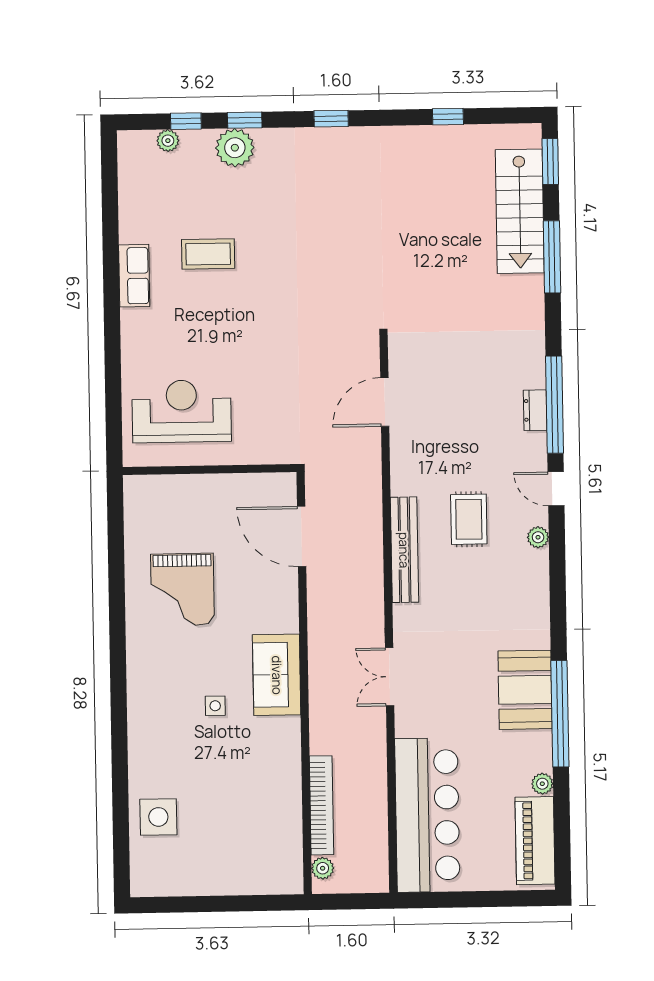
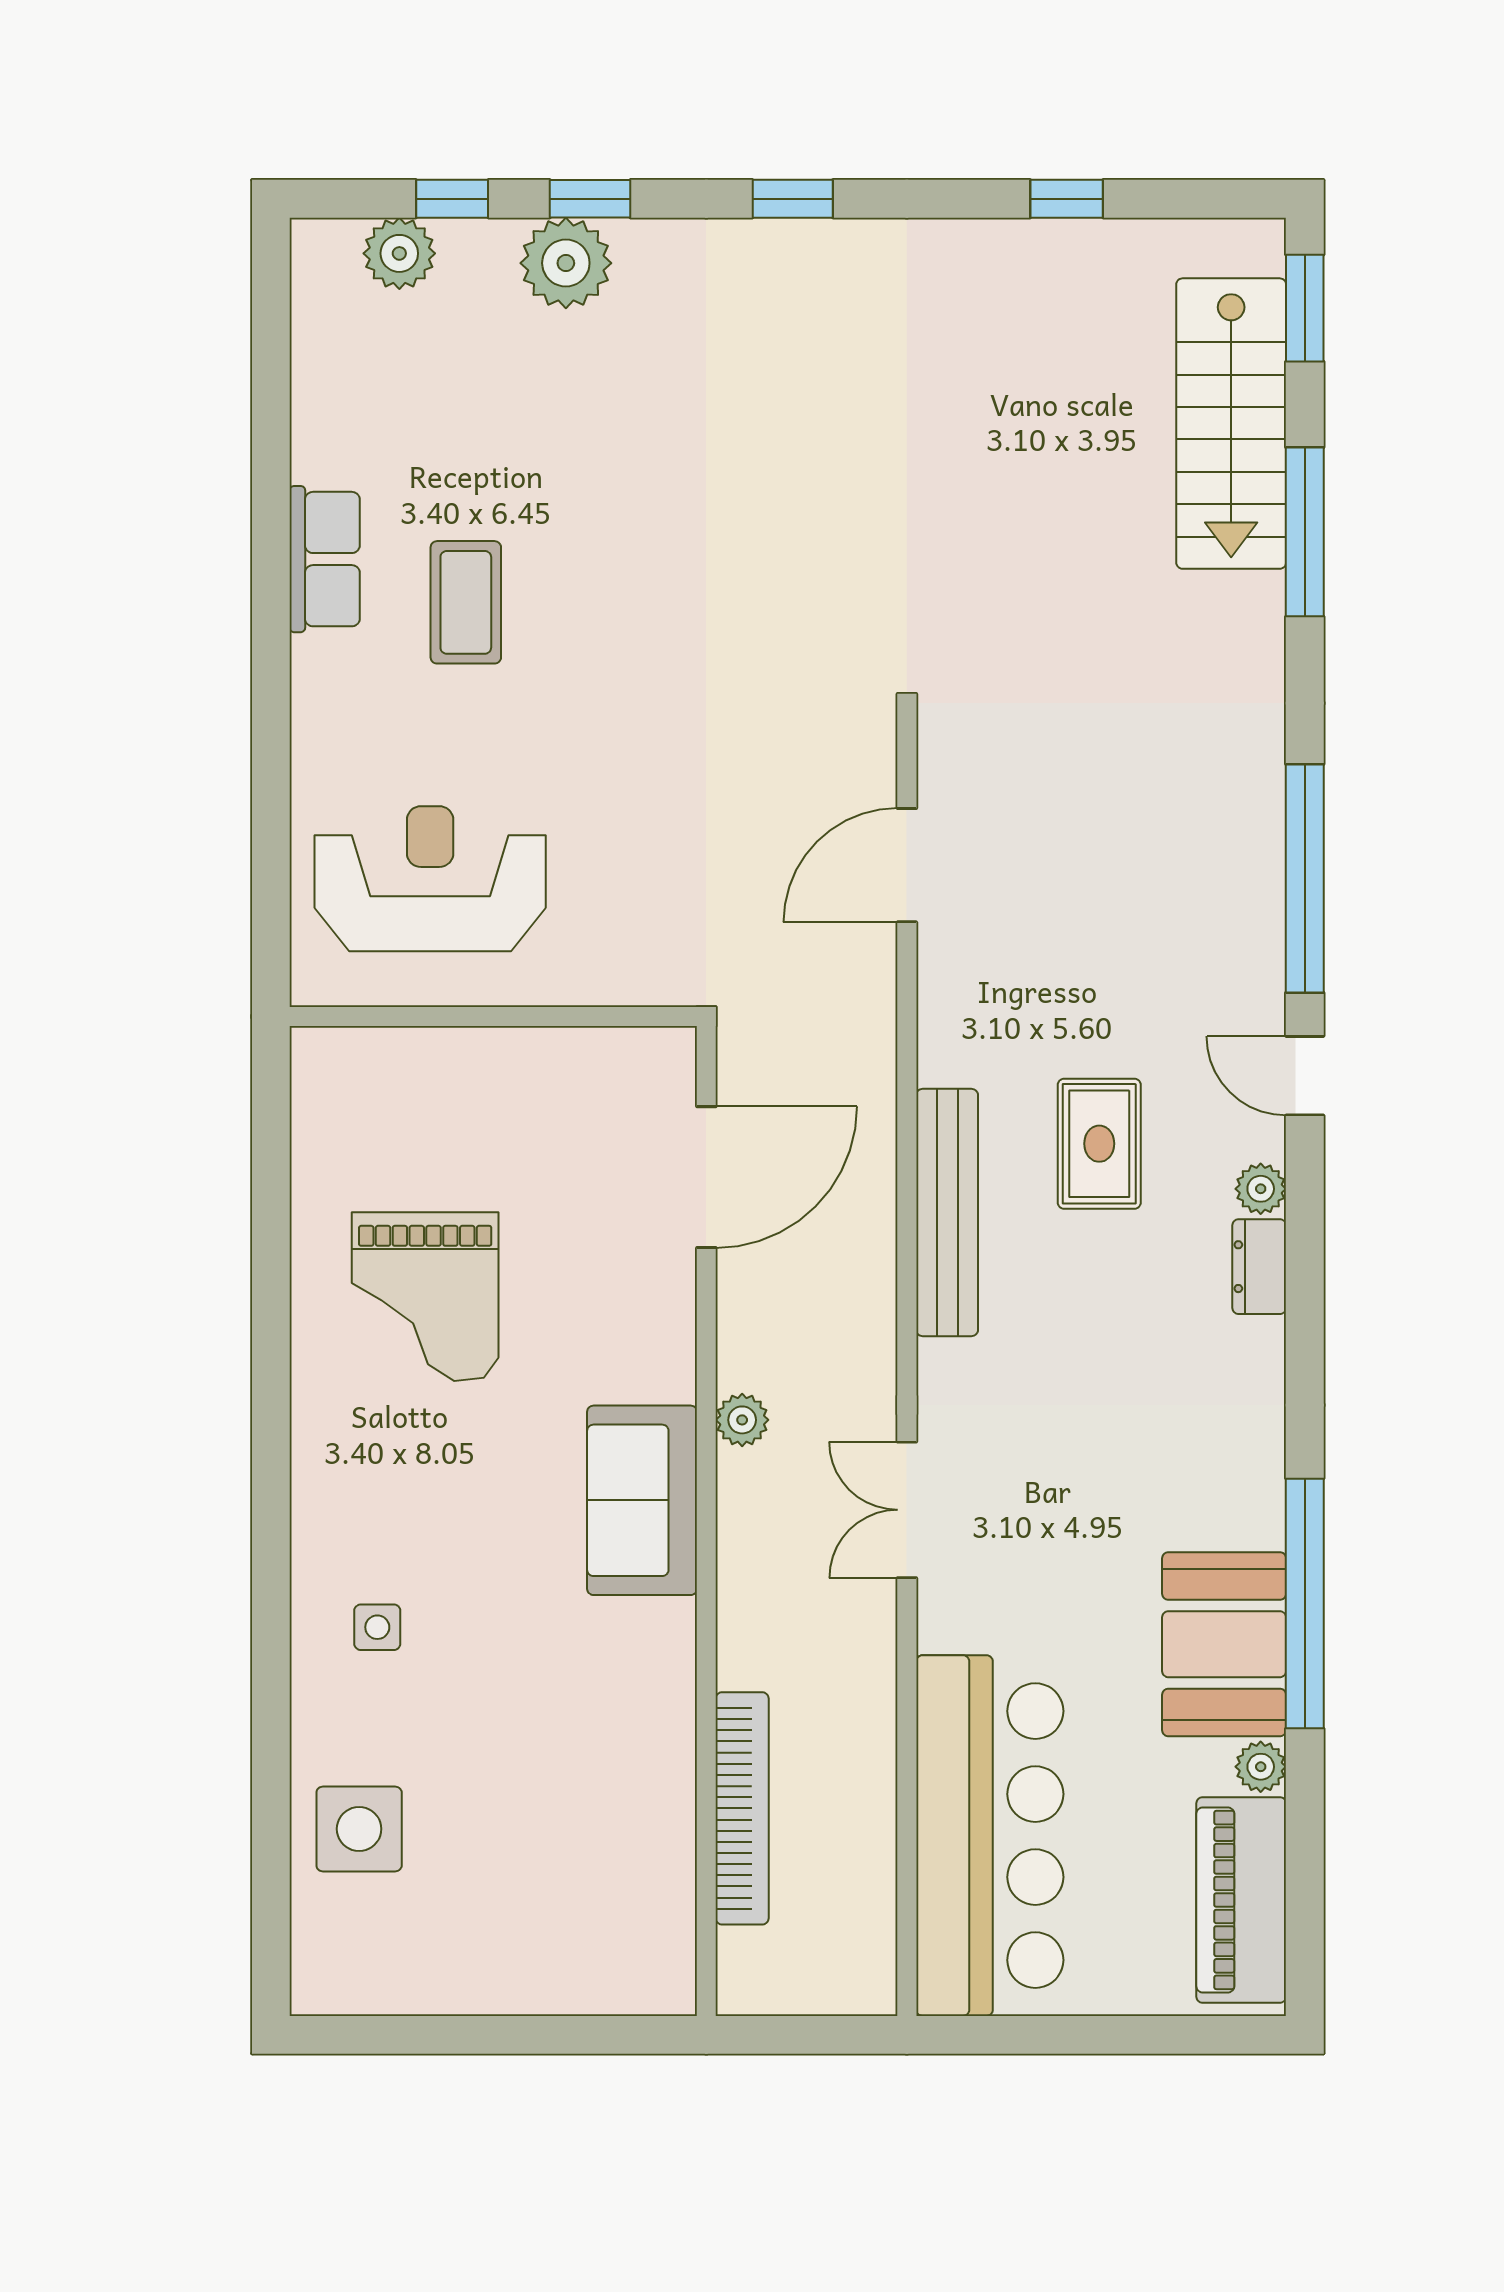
plant: (168, 141) -> (399, 253), width x1.38, depth x1.38
coffee table: (208, 254) -> (466, 602), moved, turned 90
dresser: (535, 410) -> (1259, 1267), moved
door: (302, 536) -> (706, 1177), swing flipped
booth: (525, 690) -> (1224, 1644), moved
side table: (215, 706) -> (377, 1627), moved
plant: (323, 868) -> (742, 1420), moved

